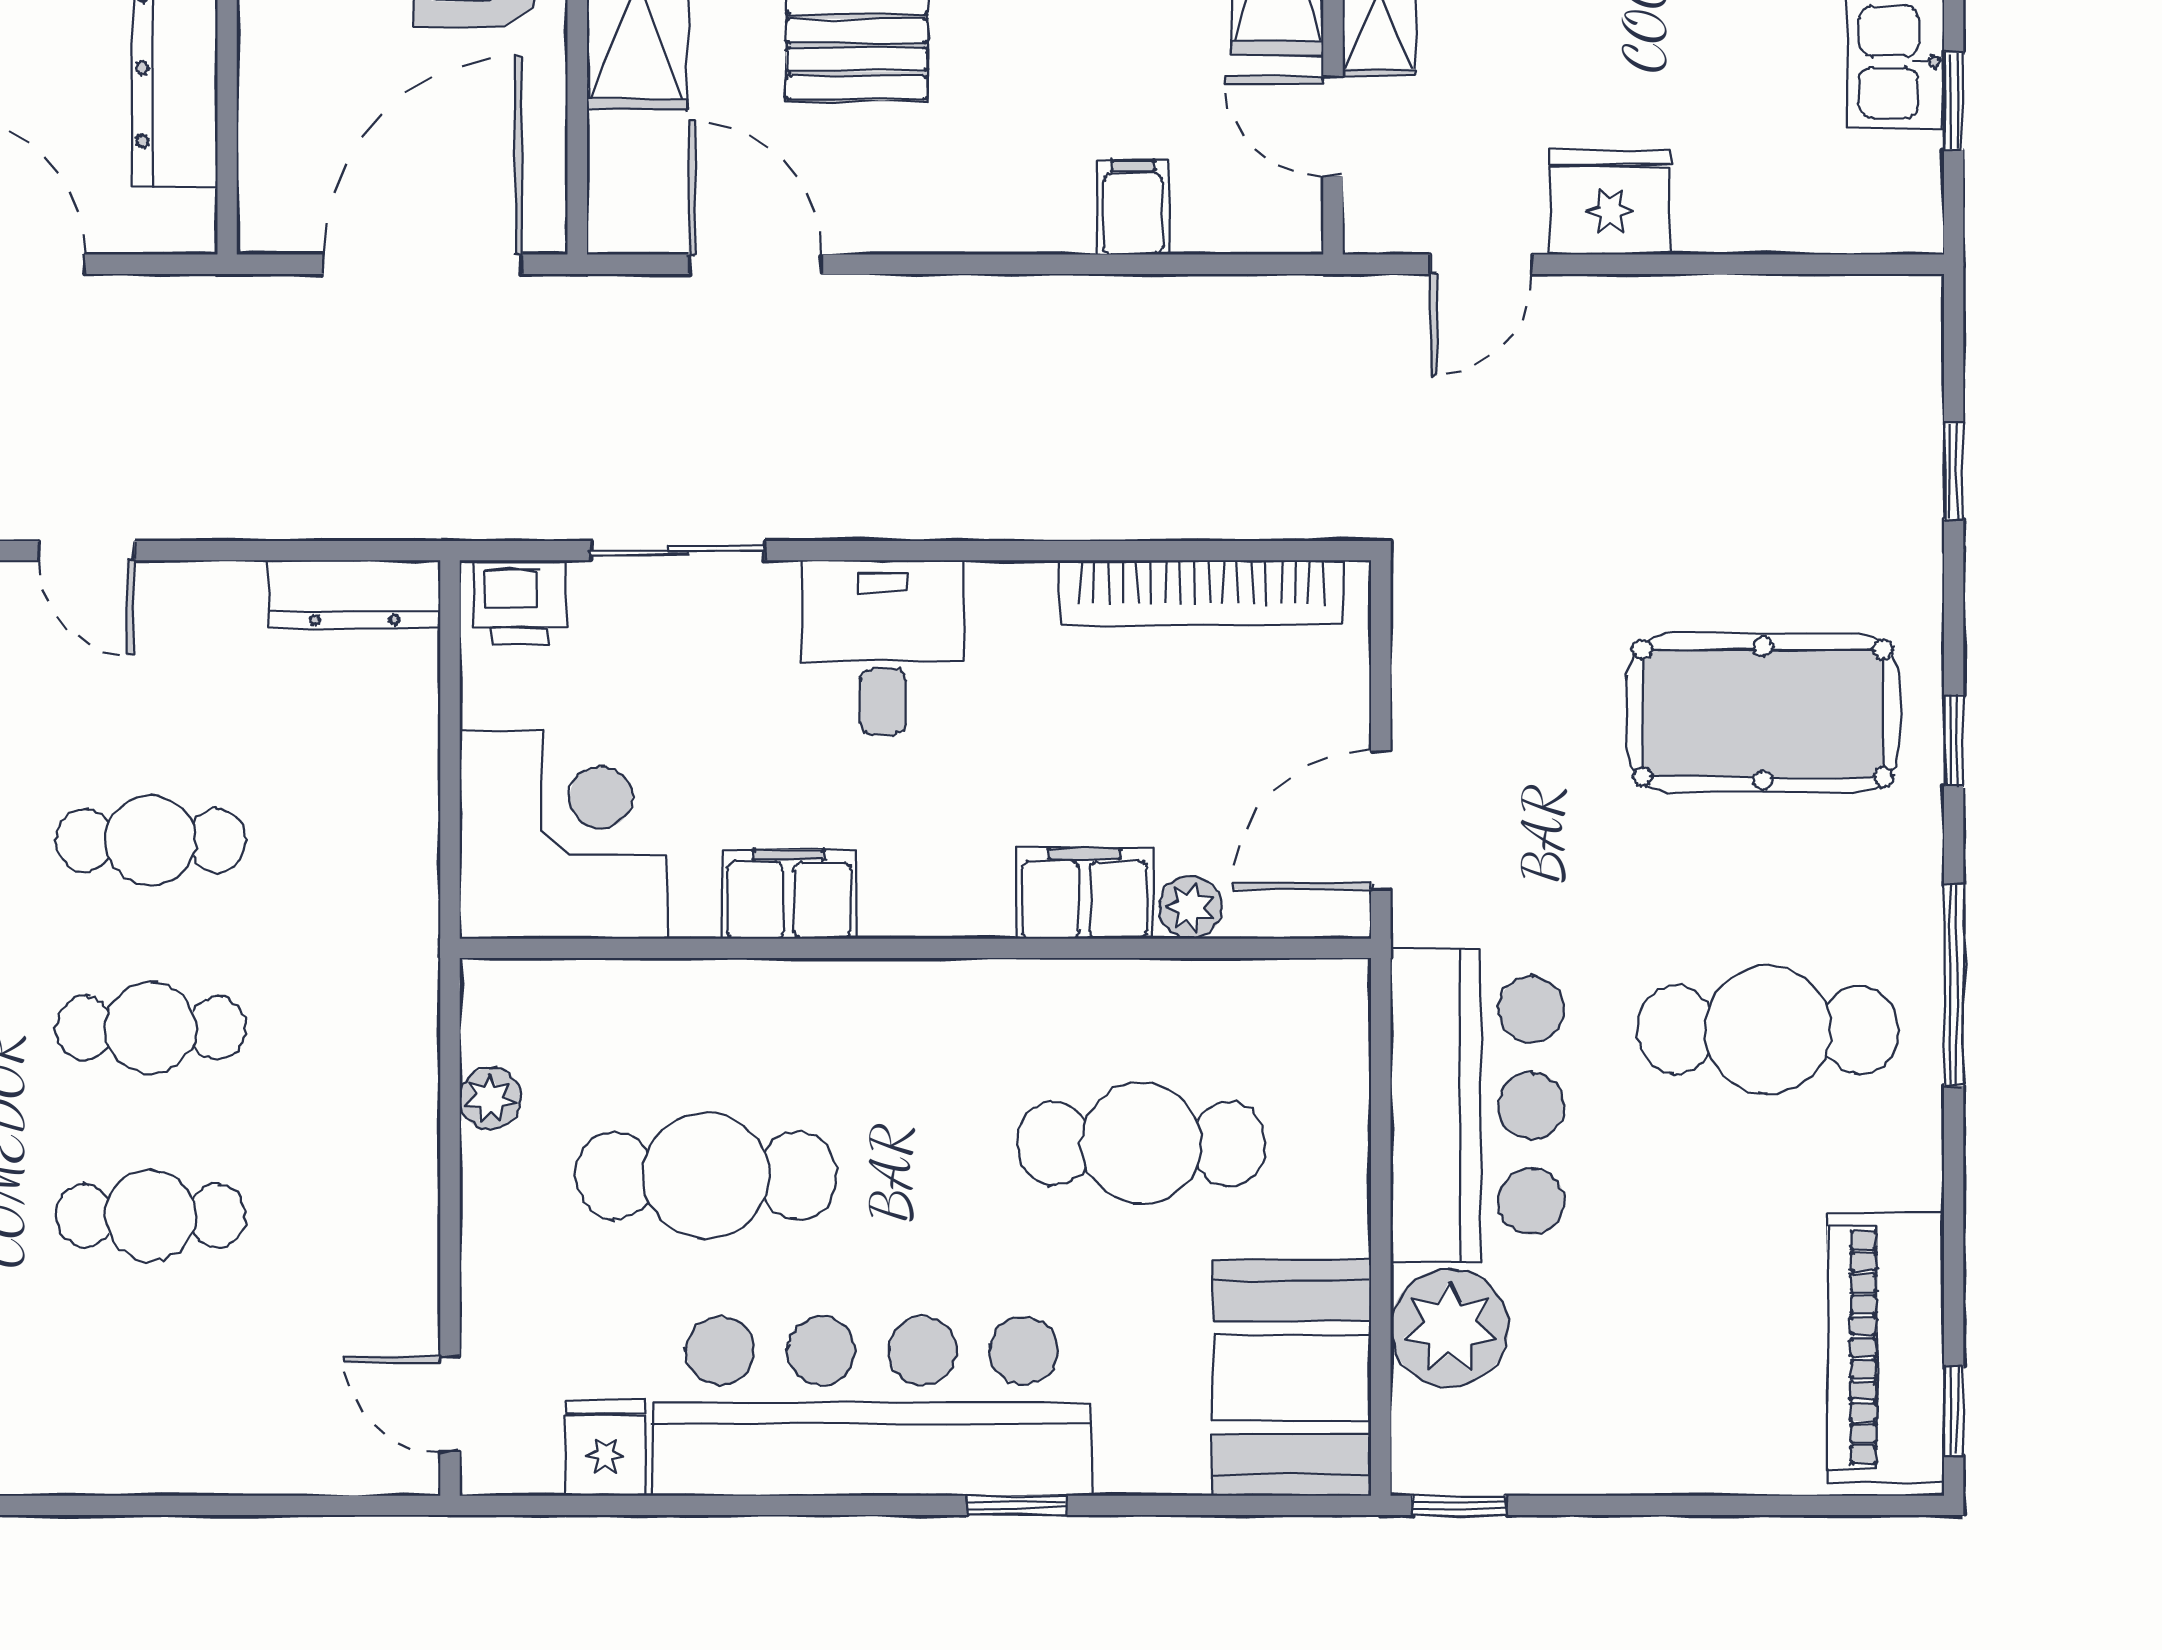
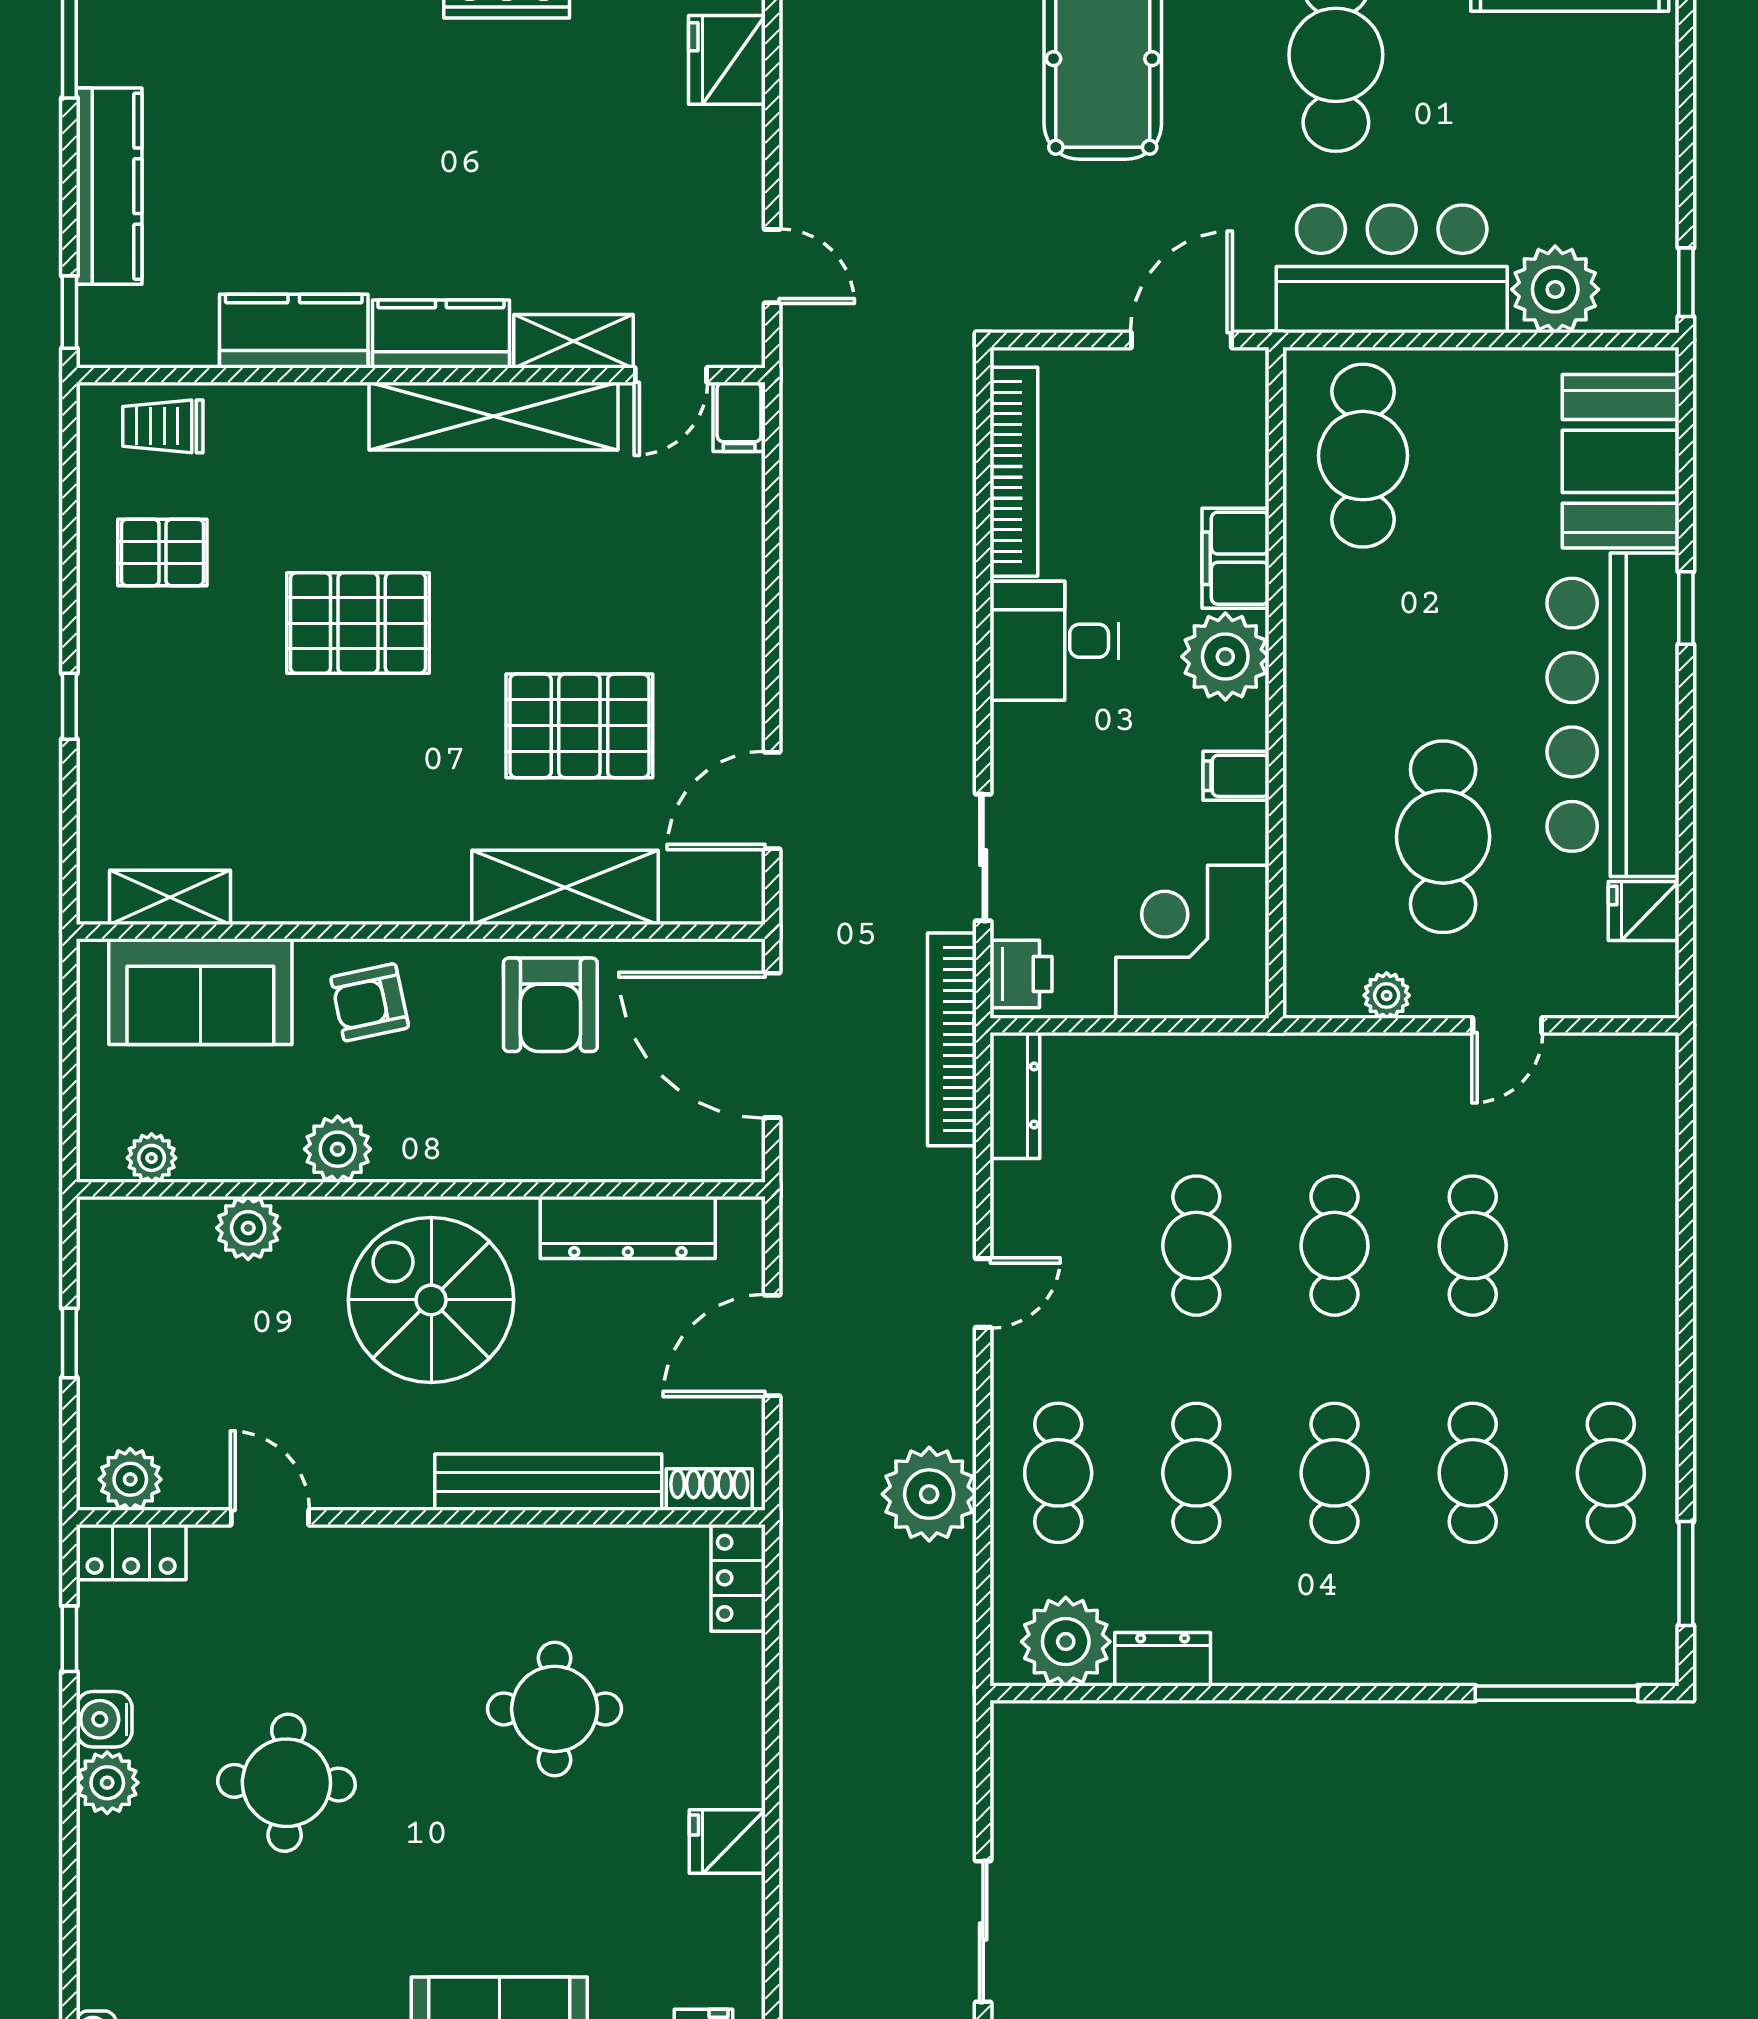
fridge: (1610, 203) -> (727, 60), moved
filing cabinet: (1133, 207) -> (739, 417), moved, turned -90
bookcase: (431, 508) -> (952, 1039), added
desk: (883, 647) -> (1054, 641), moved
door: (1381, 820) -> (1181, 340), swing flipped
filing cabinet: (789, 894) -> (1236, 776), width x0.50
plant: (1190, 907) -> (1225, 657), moved, width x1.88, depth x1.88
cafe table: (1142, 1144) -> (1363, 456), moved
booth: (1292, 1378) -> (1621, 461), moved, turned 90
door: (450, 1404) -> (1507, 1025), moved

